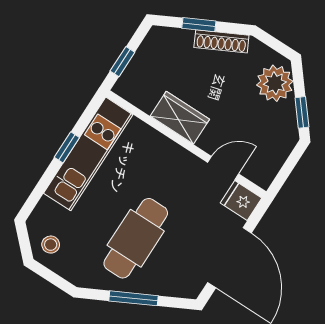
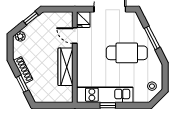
window: (122, 62) -> (58, 105), removed
plant: (275, 83) -> (20, 36), width x0.53, depth x0.53
wardrobe: (180, 118) -> (66, 67), width x1.50

